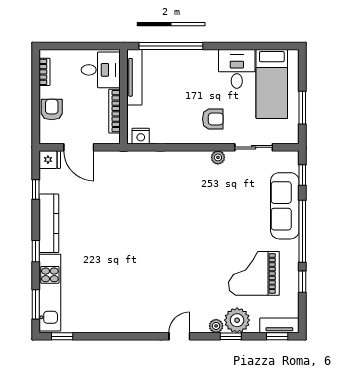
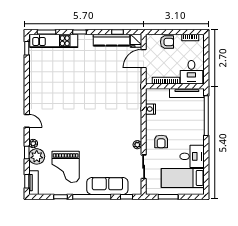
nightstand: (141, 136) -> (151, 109), moved
kitchen counter: (49, 223) -> (111, 40), moved
grand piano: (254, 273) -> (66, 167), turned 180

